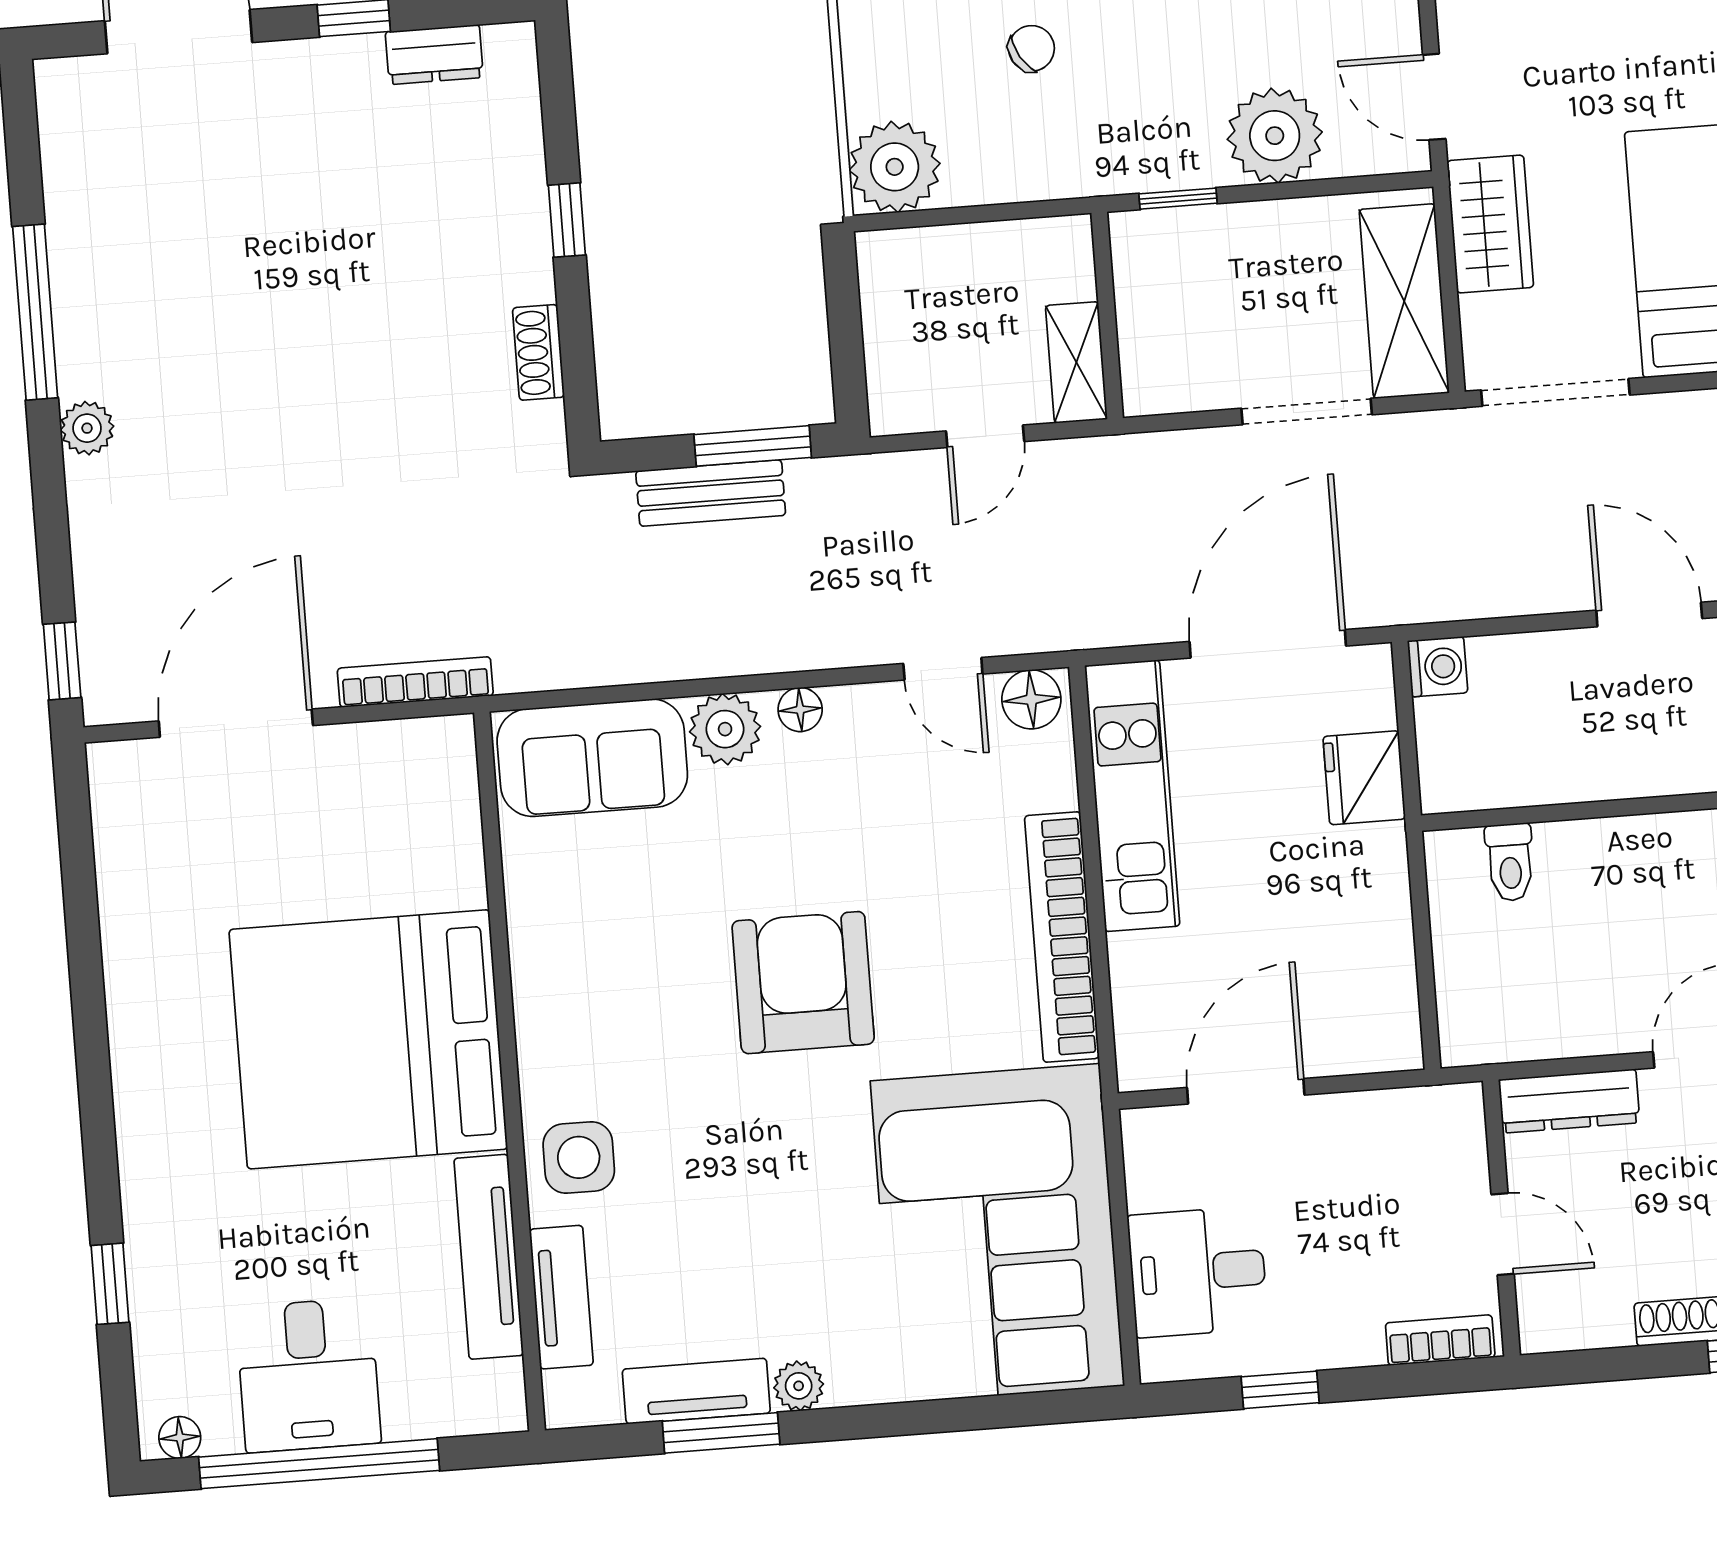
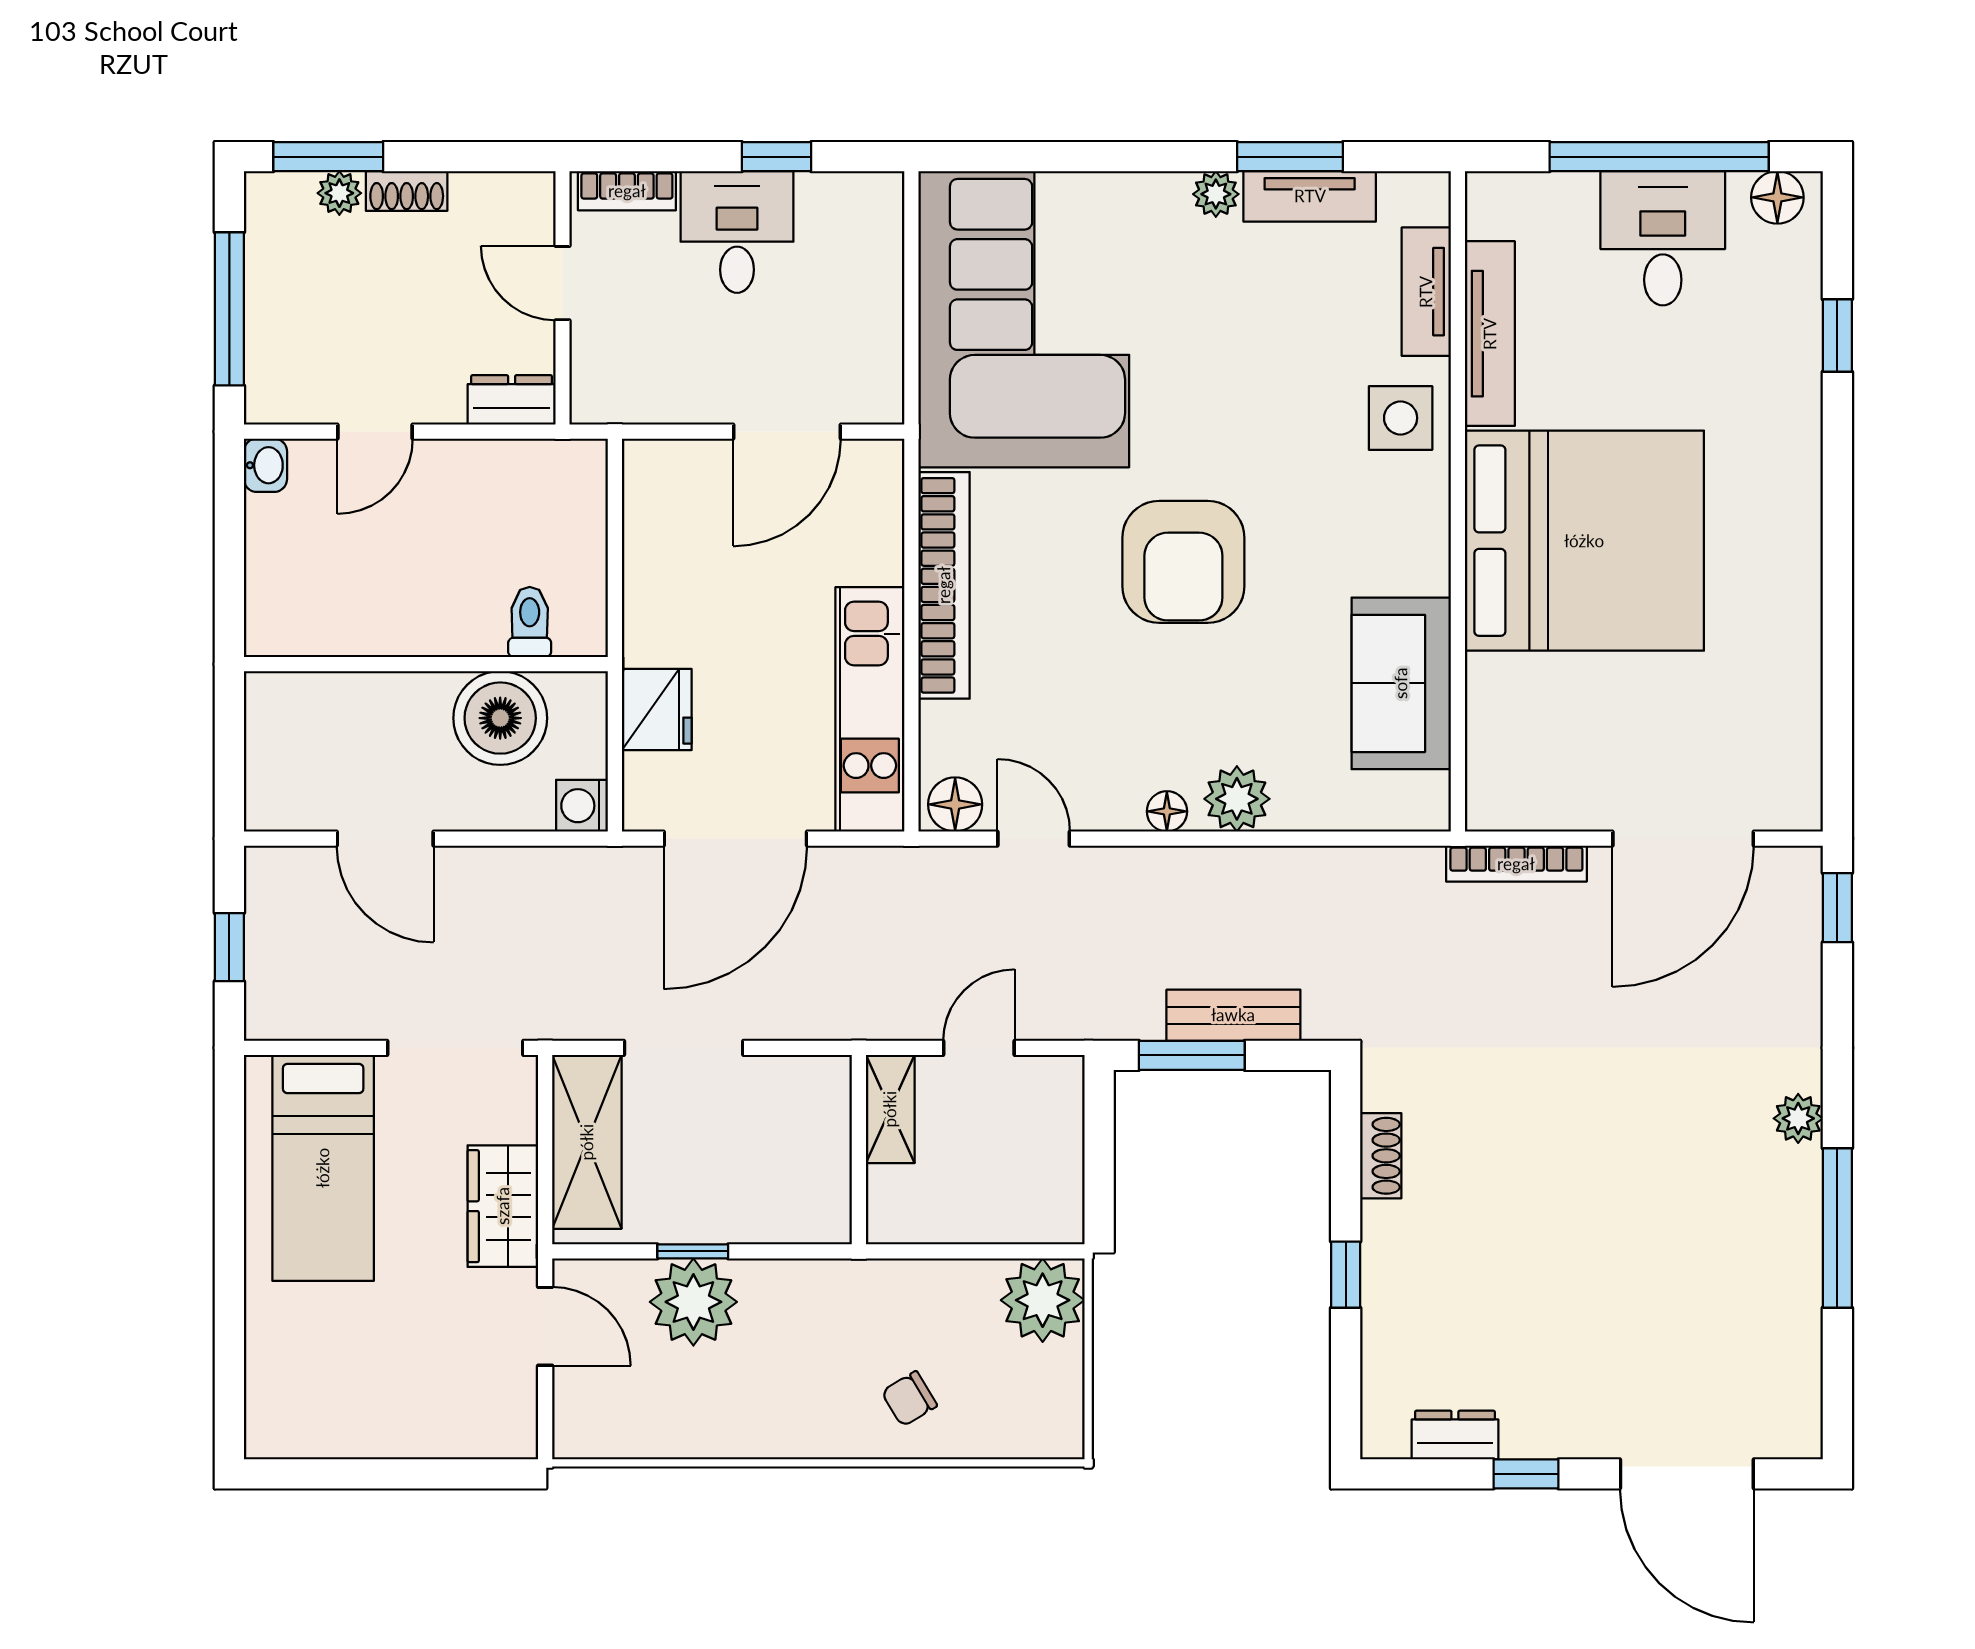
window: (1178, 199) -> (693, 1251), moved
boiler: (1534, 755) -> (500, 718), added
sofa: (592, 758) -> (1401, 683), moved, turned -90
dresser: (1569, 1101) -> (512, 400), width x0.70
desk: (1198, 1272) -> (737, 232), moved, turned -90
floor lamp: (180, 1438) -> (1777, 197), width x1.37, depth x1.37

